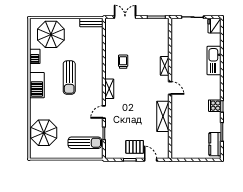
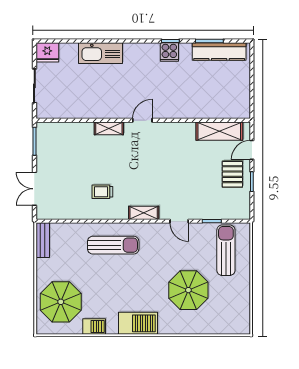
sun lounger: (69, 78) -> (113, 245), moved
shelving: (163, 116) -> (219, 131), moved
parasol: (44, 133) -> (188, 290), moved
kitchen counter: (215, 144) -> (219, 52), width x1.50

